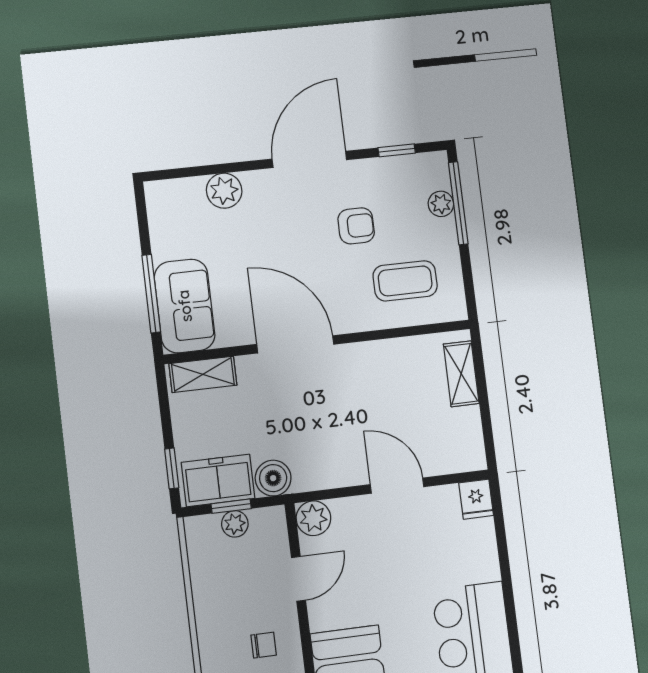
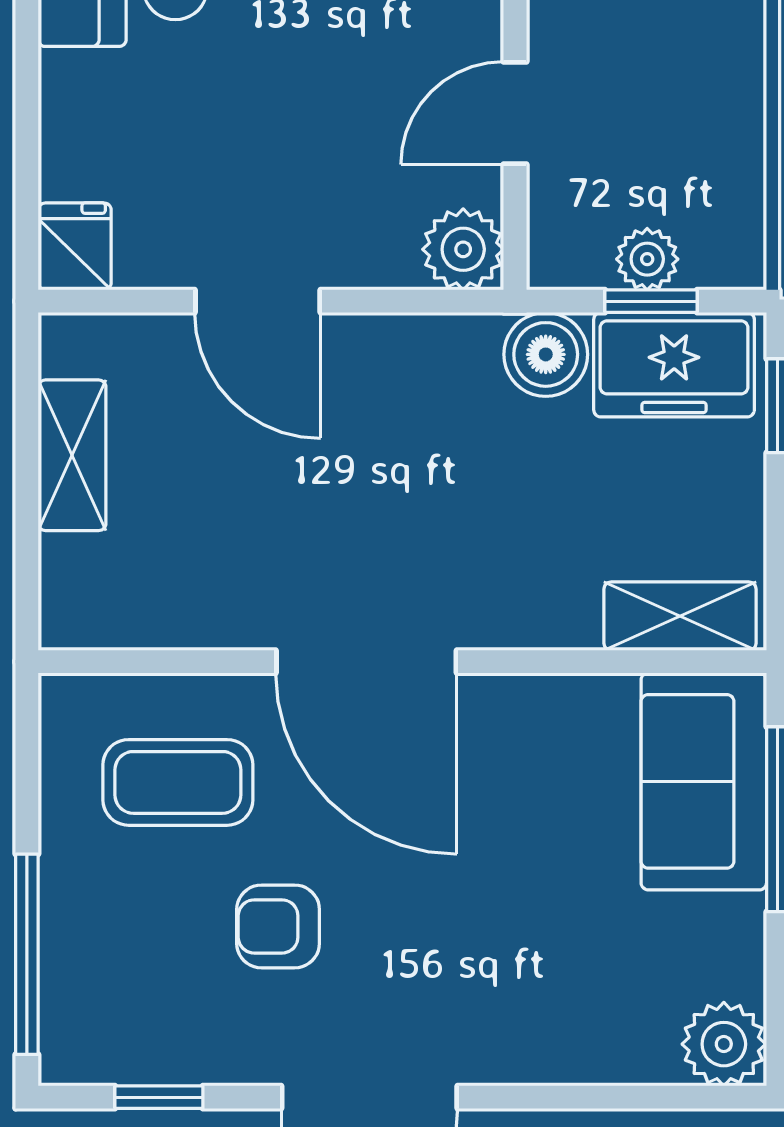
plant: (224, 191) -> (724, 1044), moved
plant: (441, 204) -> (69, 957), removed
door: (295, 344) -> (366, 662), moved
shelving: (461, 374) -> (72, 455), moved

